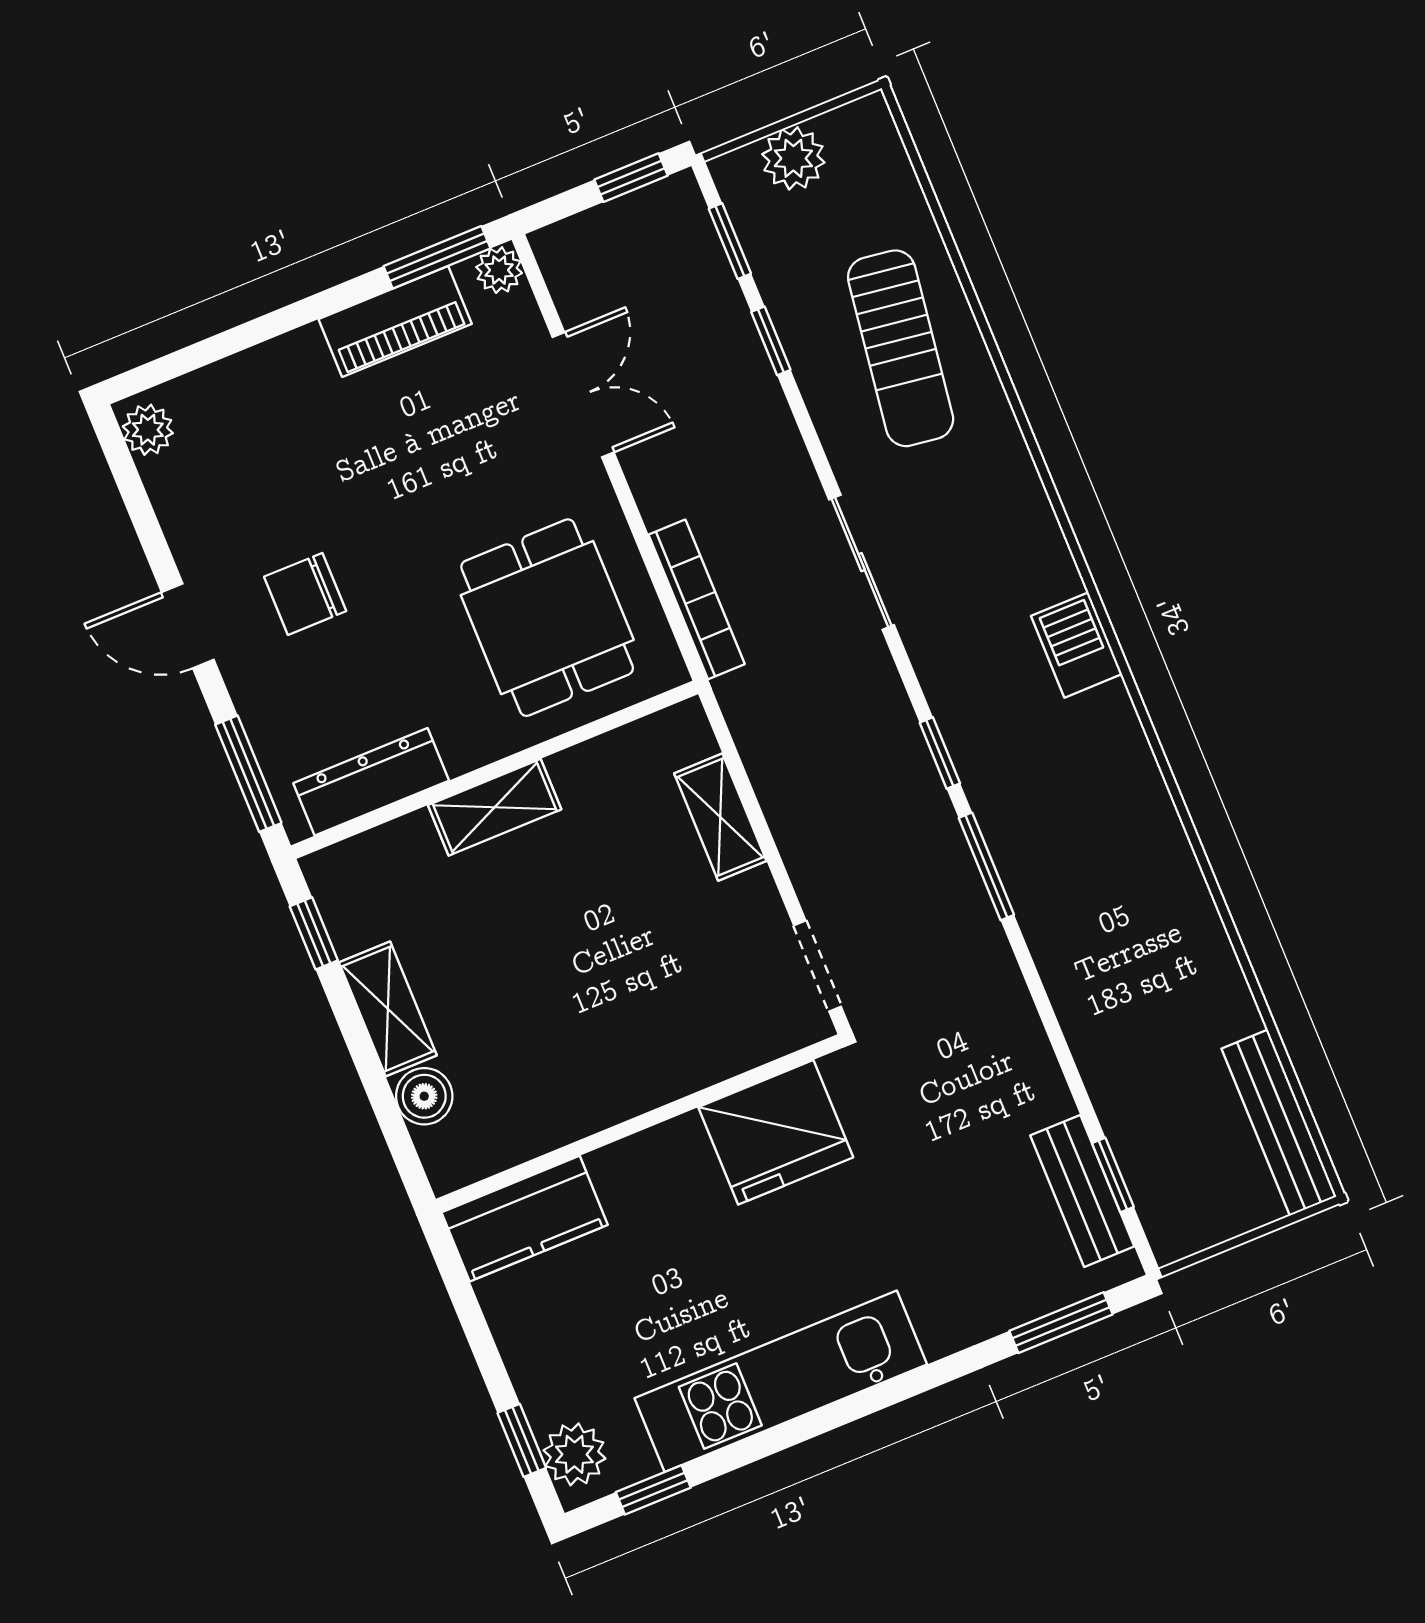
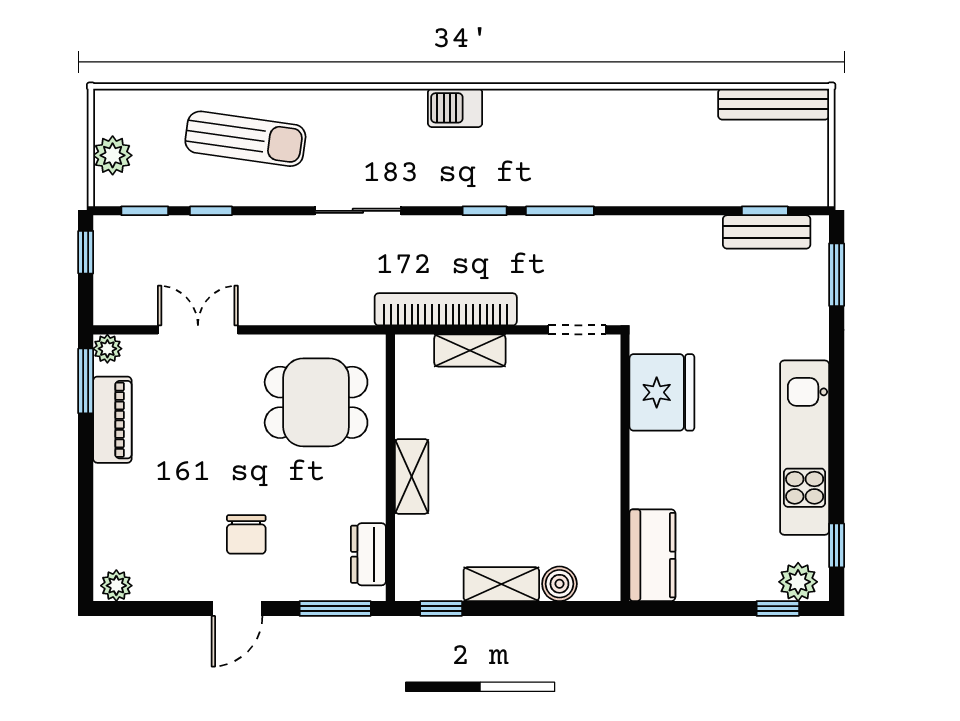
bookcase: (697, 599) -> (446, 309), moved, width x1.48, depth x1.31
dresser: (371, 782) -> (368, 554), width x0.70

